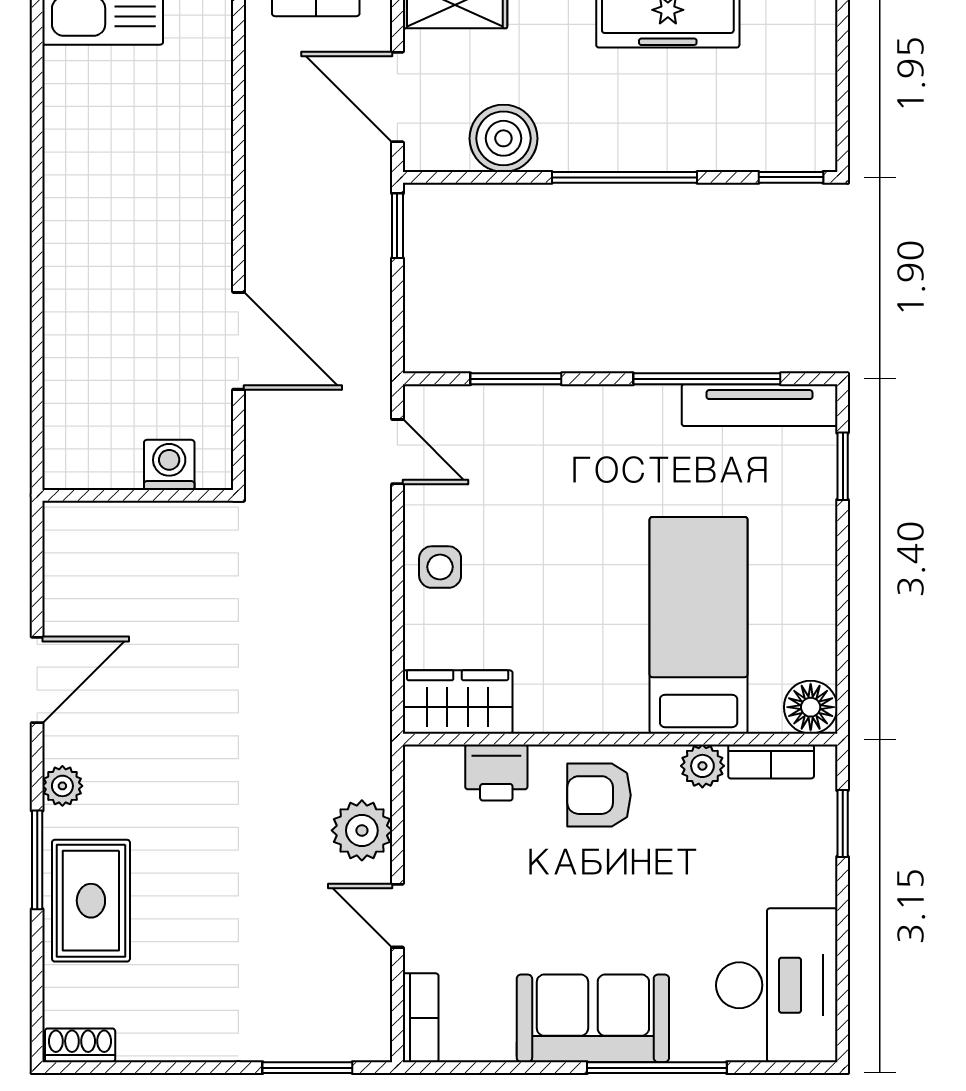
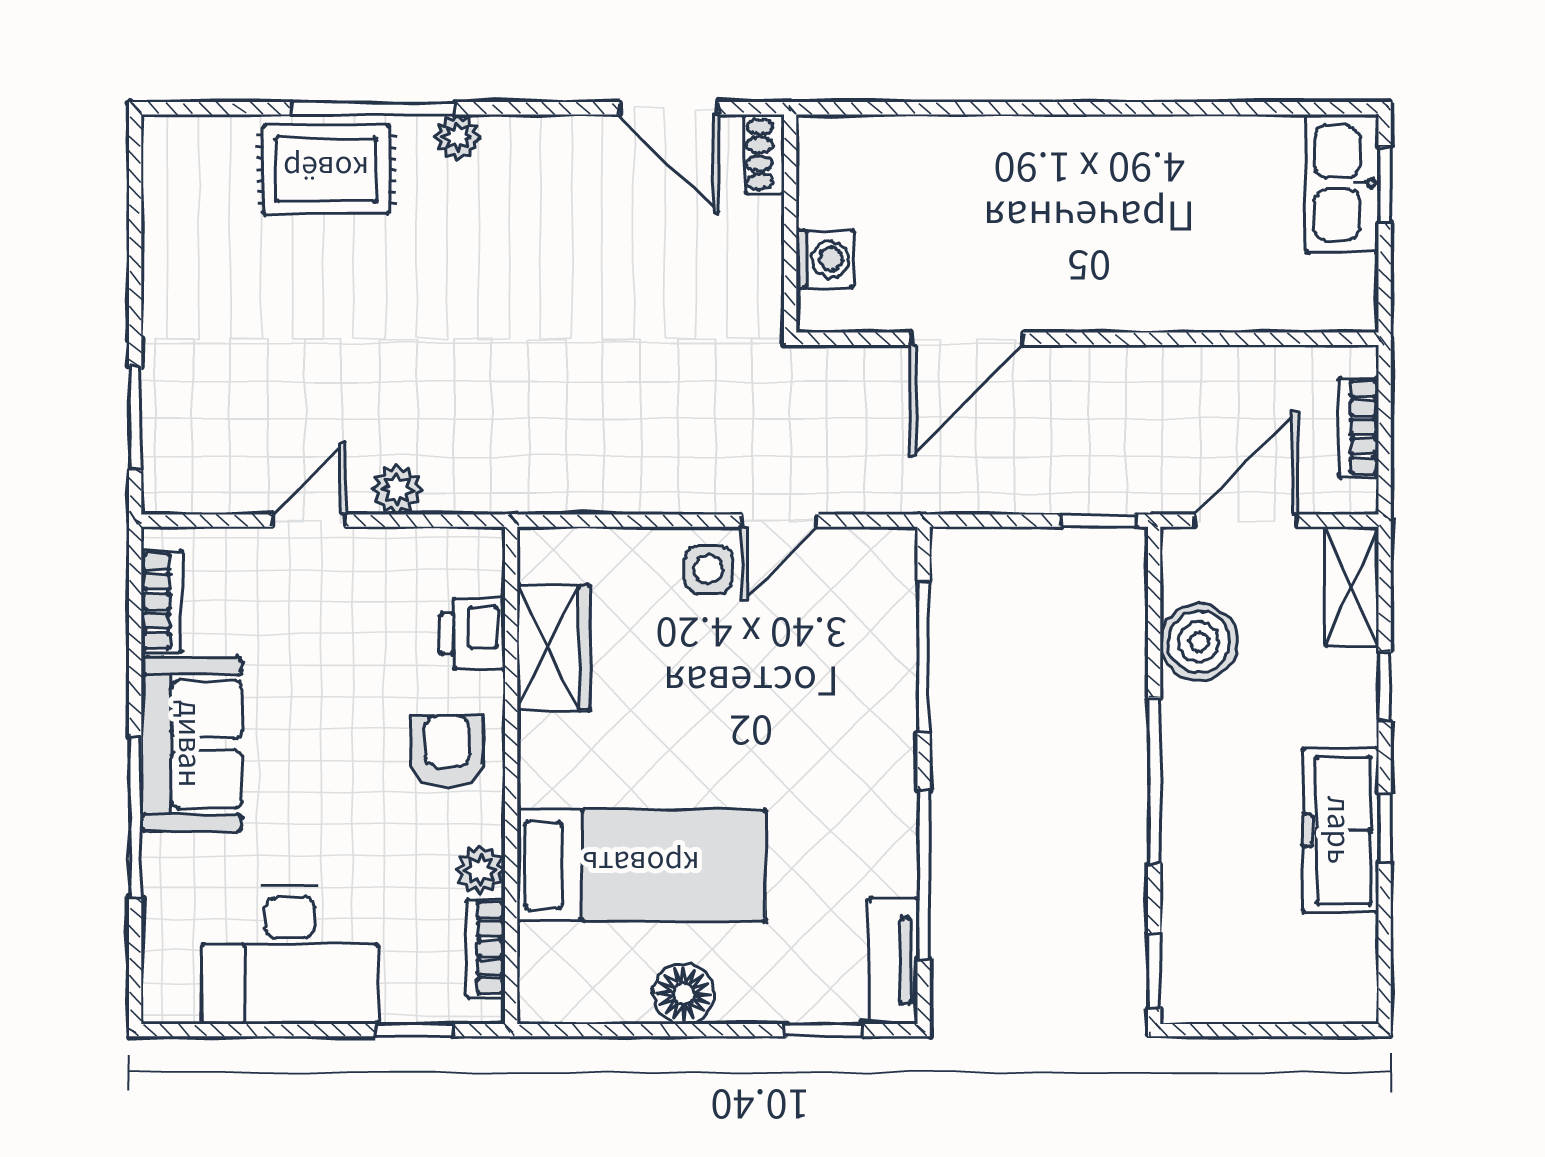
window: (516, 379) -> (924, 656), width x1.44
tv unit: (760, 405) -> (893, 961), width x0.71
door: (397, 452) -> (779, 521), moved
door: (37, 680) -> (669, 108), moved
wardrobe: (458, 702) -> (554, 648), moved
floor lamp: (811, 707) -> (684, 994), moved
plant: (362, 830) -> (397, 489), width x0.73, depth x0.73
window: (37, 860) -> (373, 108), width x1.44
desk: (777, 985) -> (290, 955), moved
bookcase: (421, 1018) -> (162, 601), moved, turned -90
shoe rack: (80, 1045) -> (765, 154), moved, turned 180

